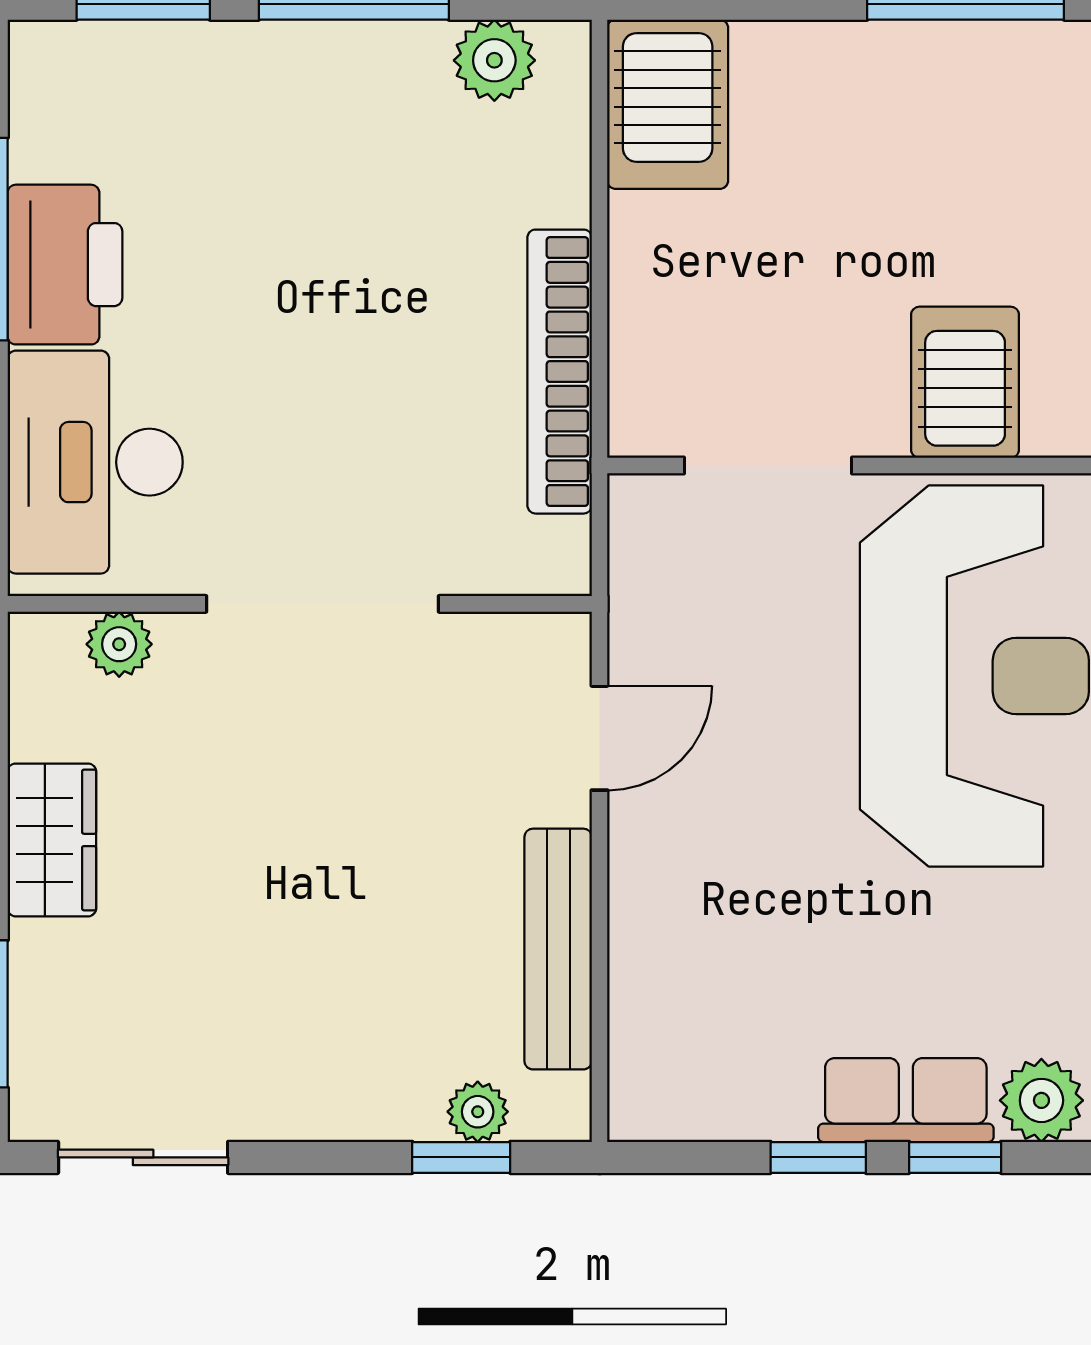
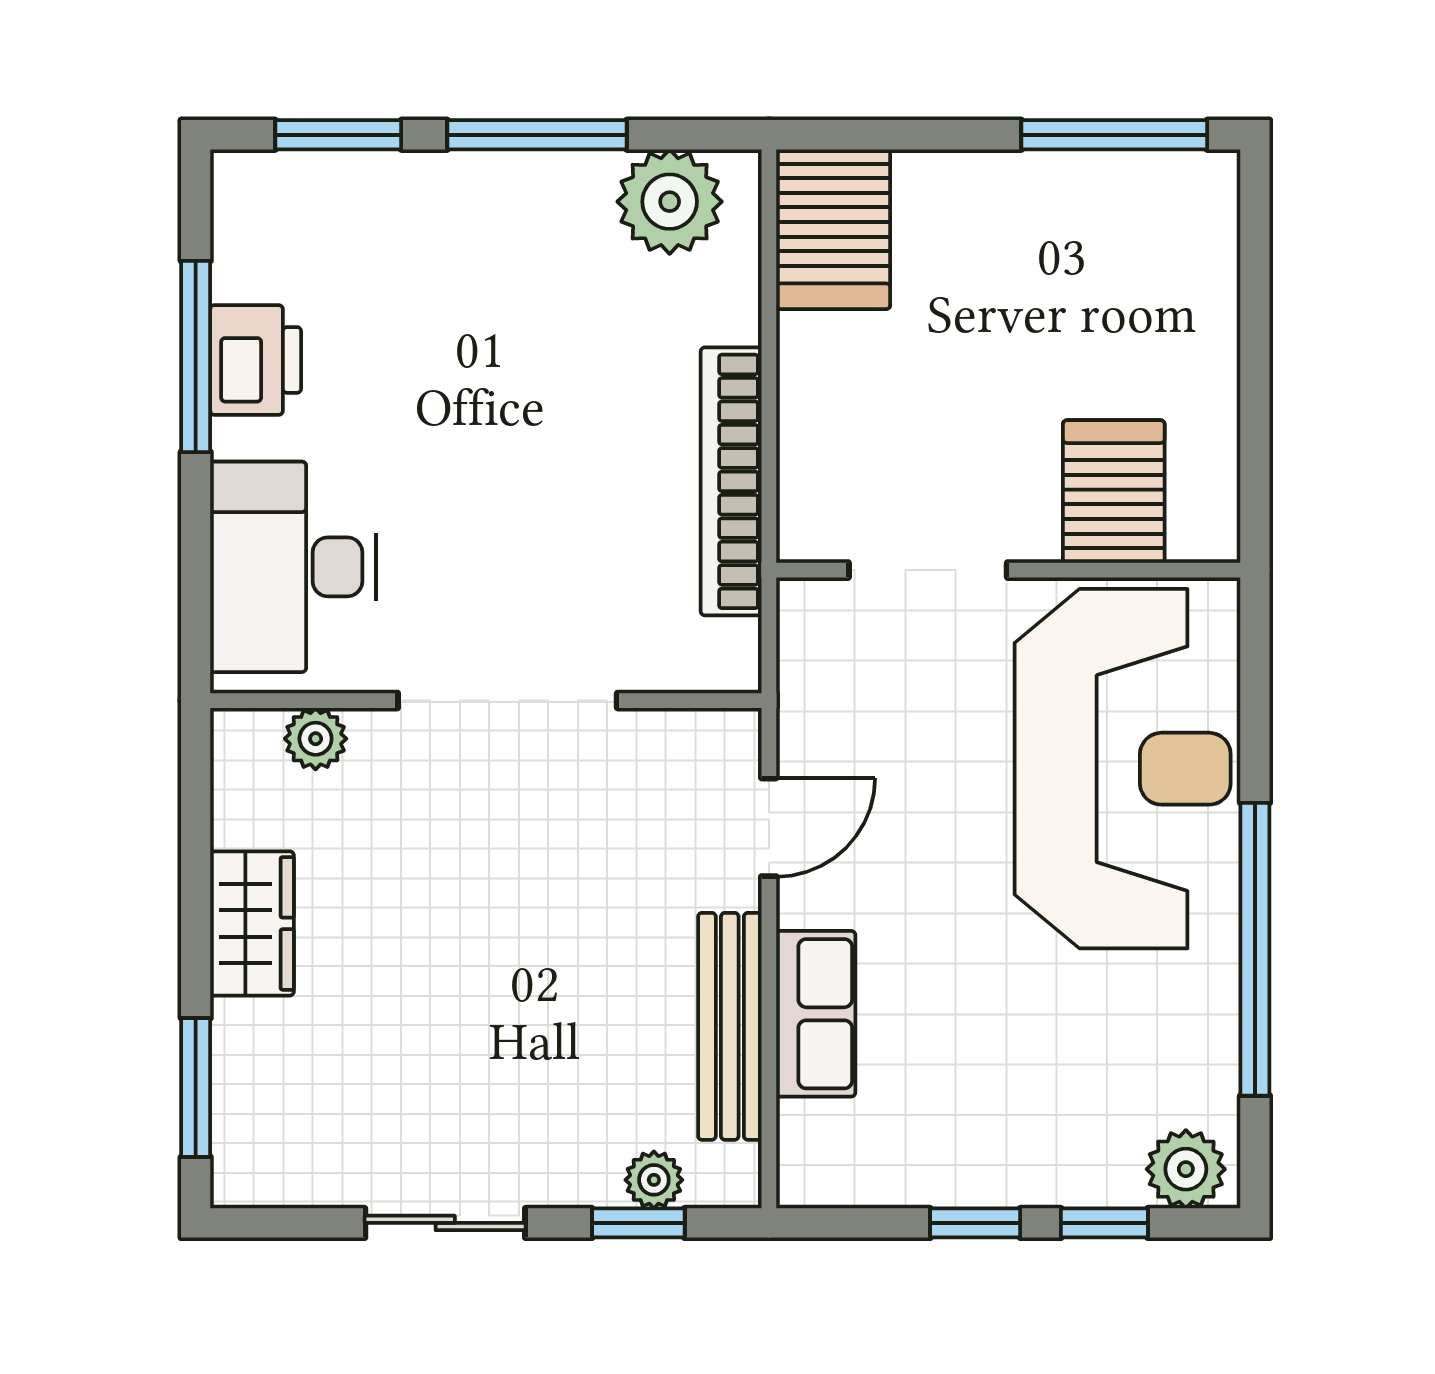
plant: (494, 60) -> (670, 202), width x1.36, depth x1.36
printer: (65, 265) -> (256, 360), width x0.73, depth x0.84
row of seats: (906, 1100) -> (816, 1014), moved, turned 90
sliding door: (143, 1157) -> (445, 1223), moved

